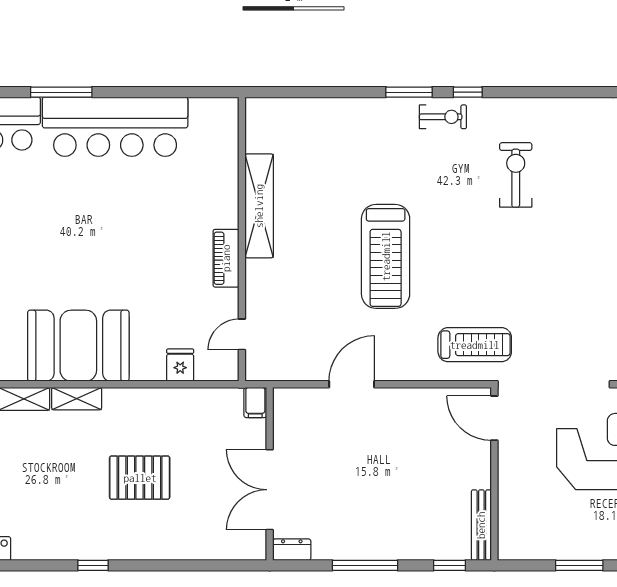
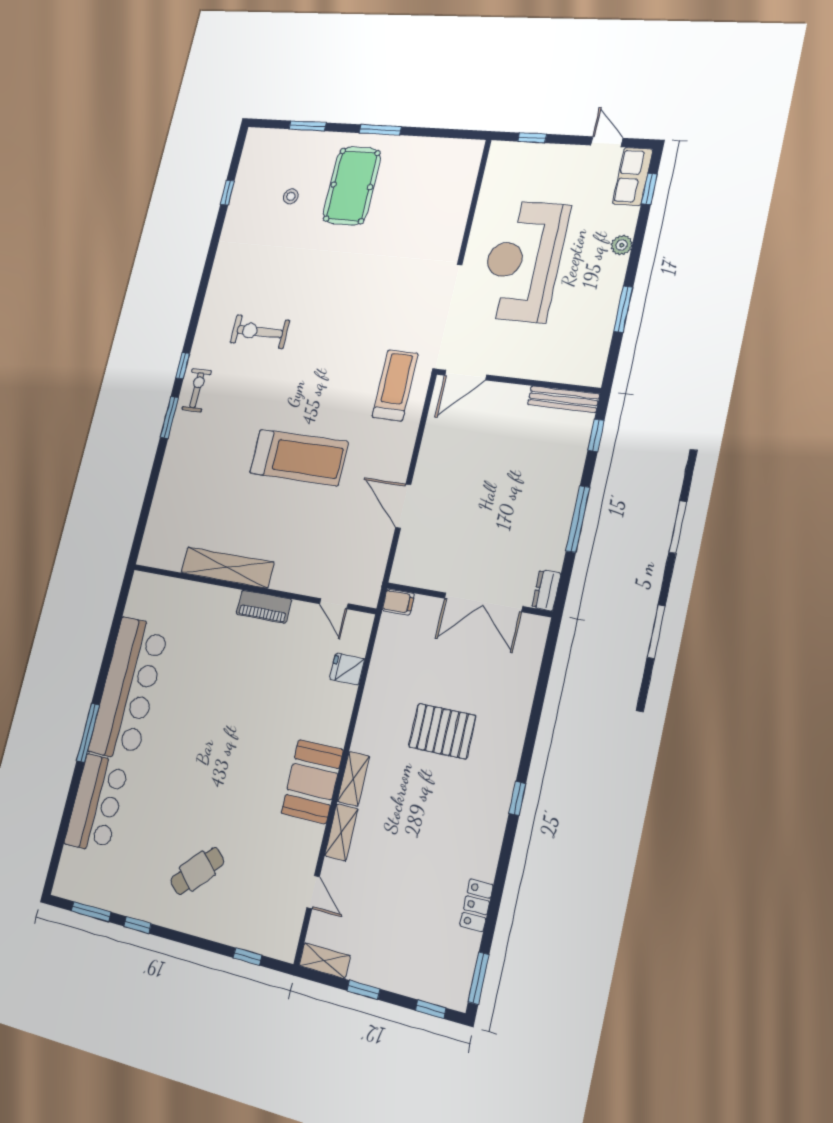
booth: (78, 346) -> (312, 782), width x0.73, depth x0.70
pallet: (140, 478) -> (442, 731), turned 90

